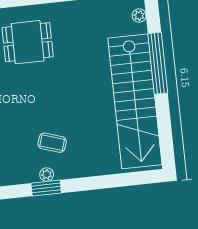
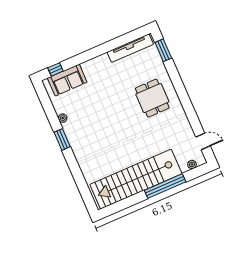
coffee table: (52, 143) -> (93, 134), removed
plant: (47, 175) -> (63, 118), moved

